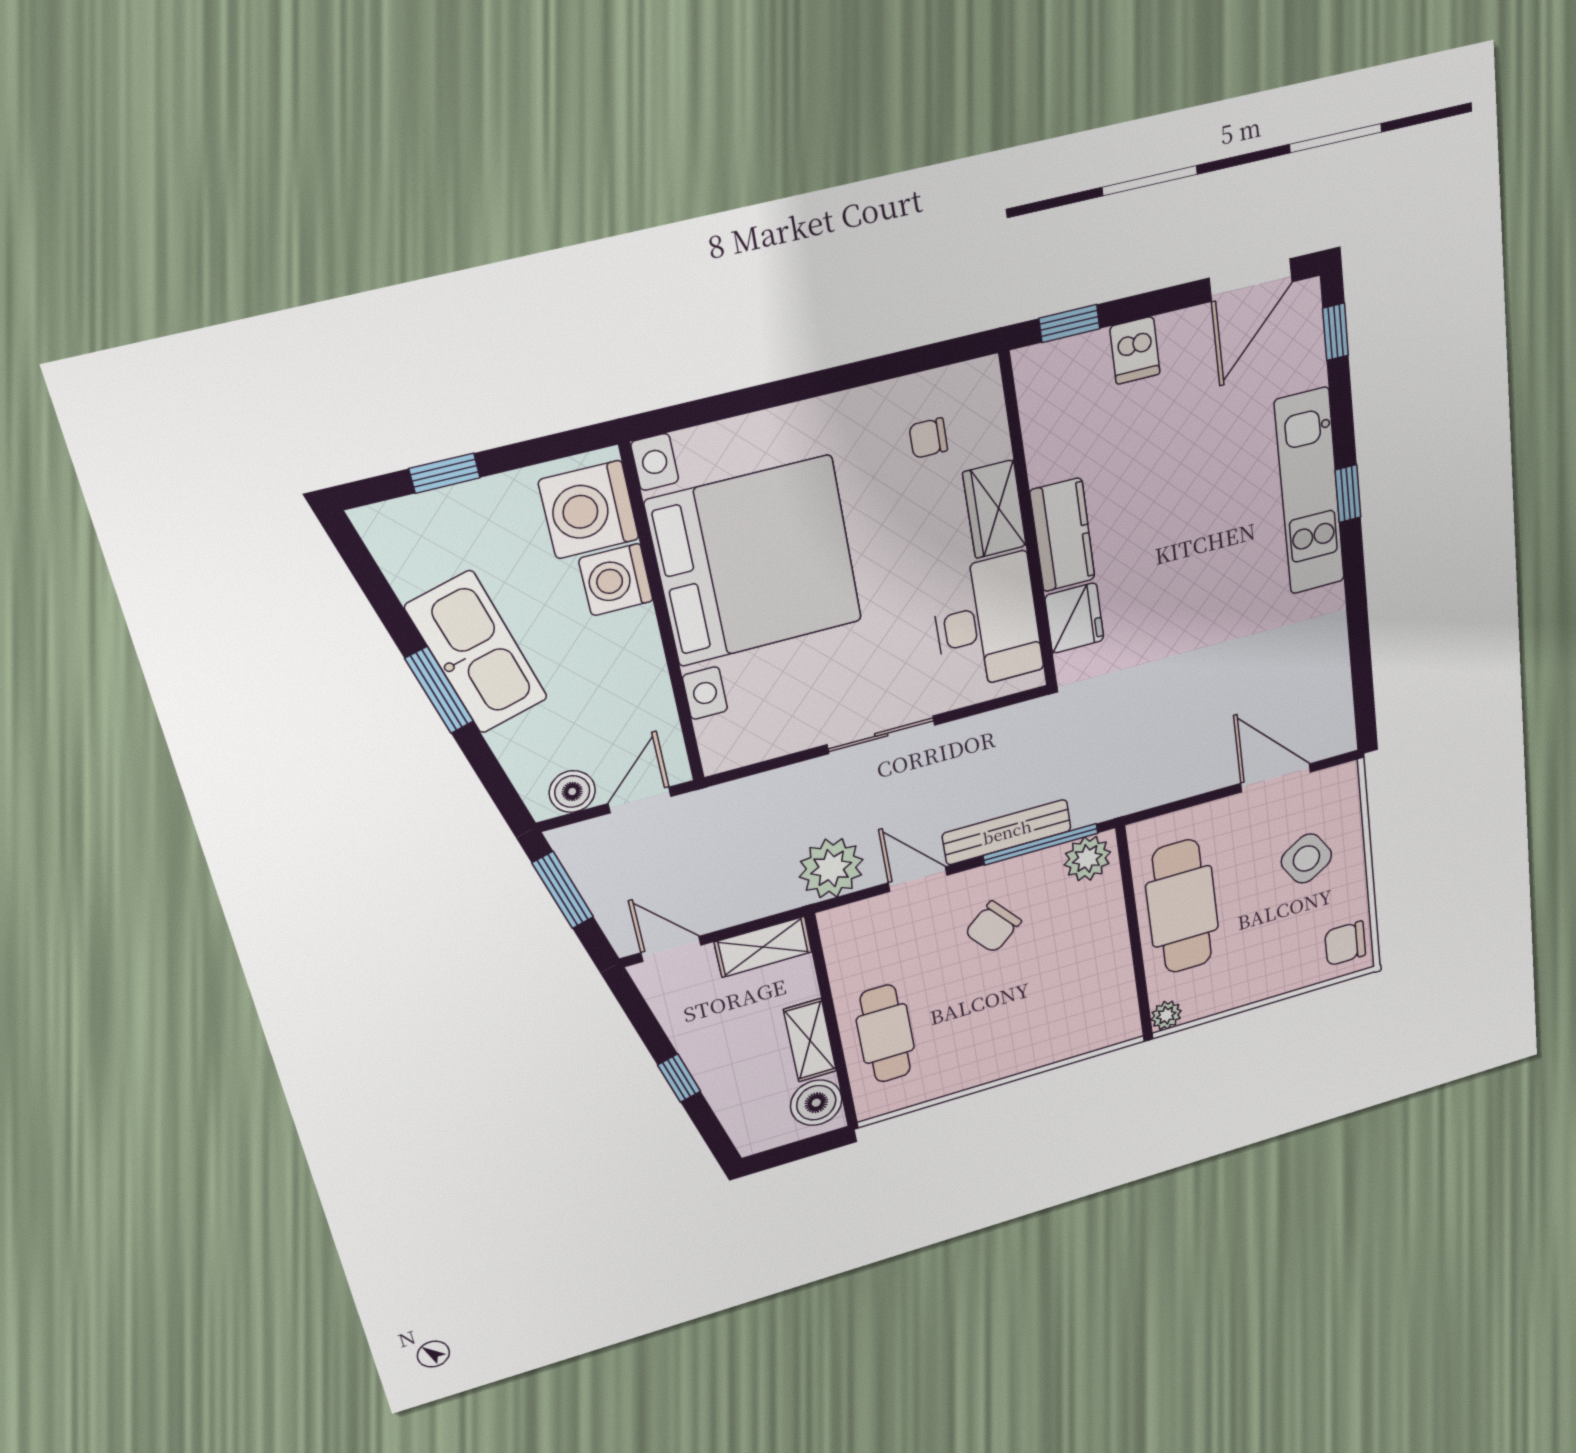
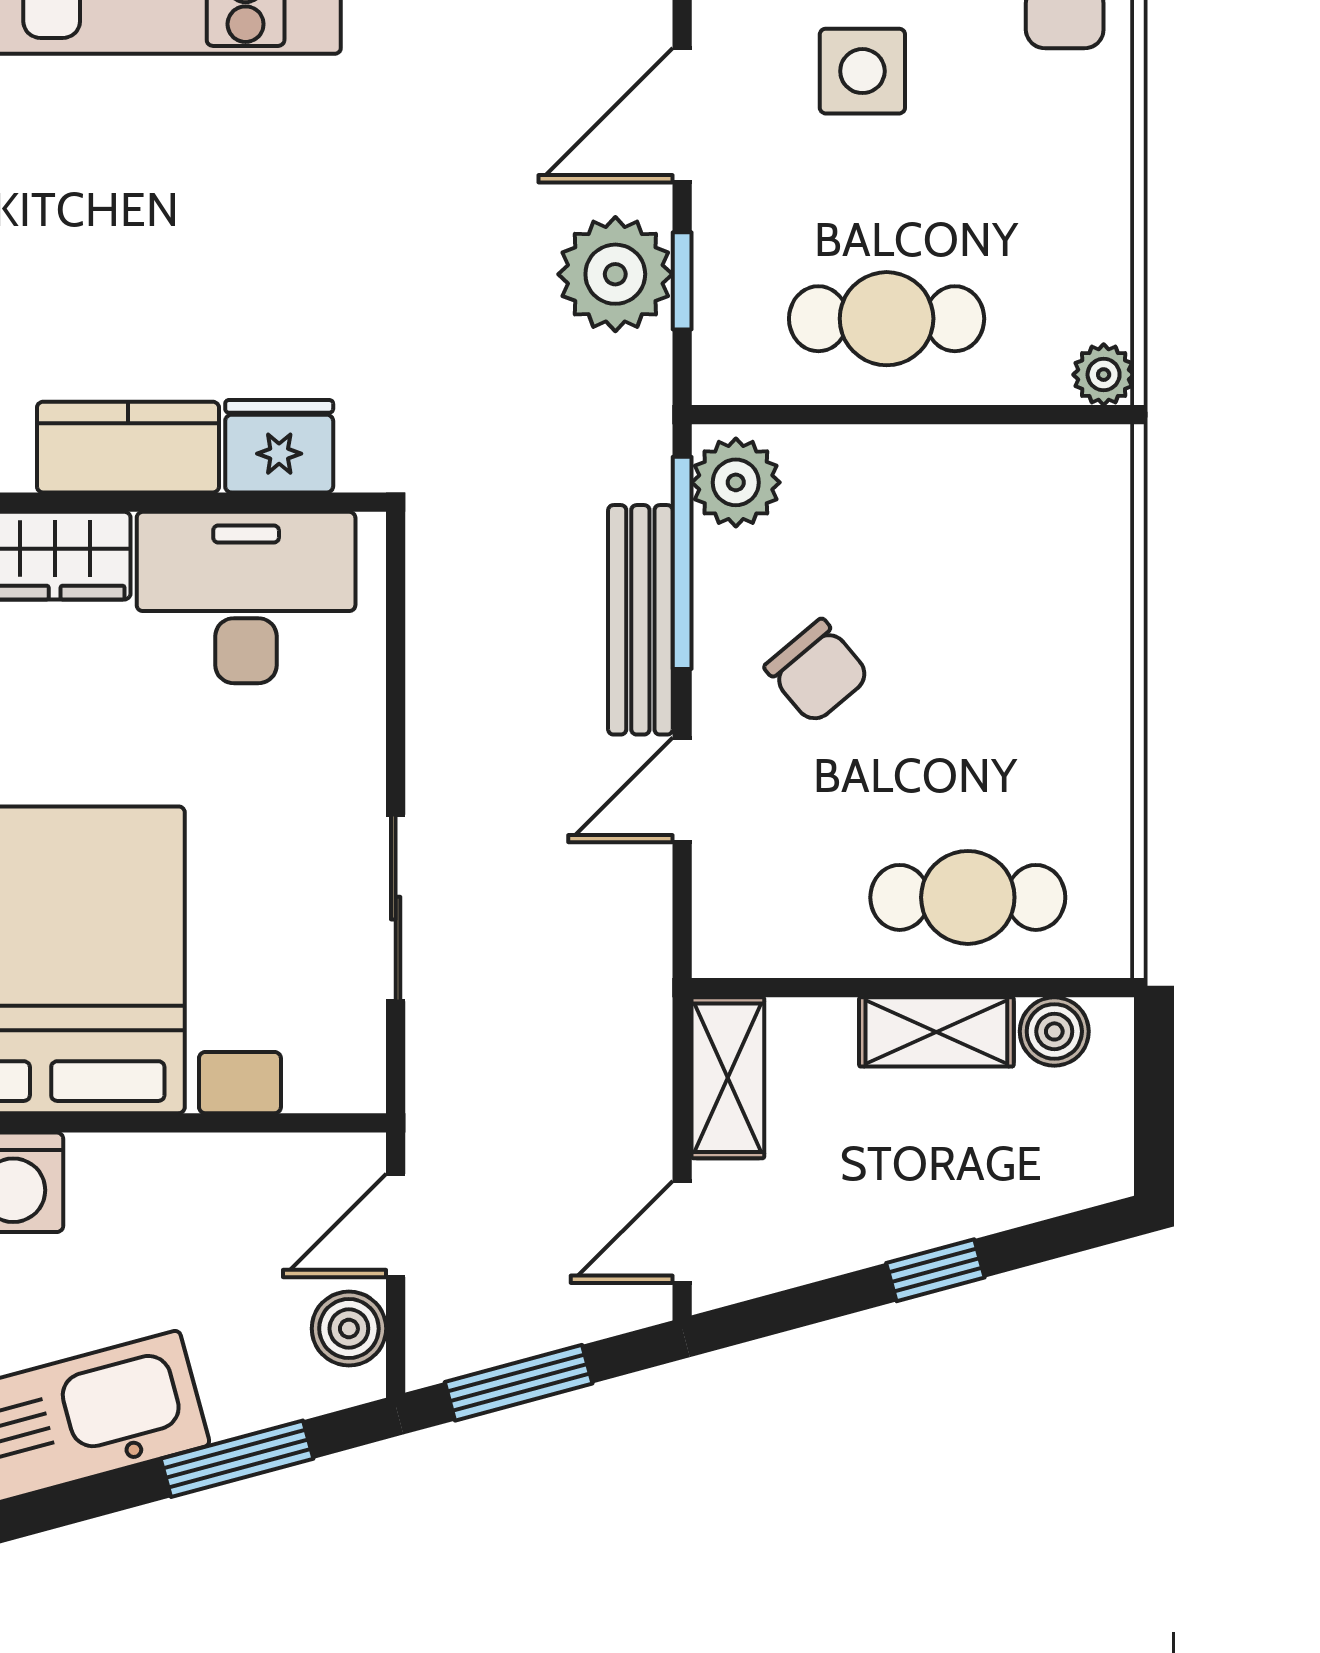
window: (439, 690) -> (237, 1459), moved
sliding door: (881, 735) -> (396, 908), moved
door: (640, 800) -> (396, 1225), hinge flipped
window: (1190, 802) -> (682, 281), added
side table: (1306, 858) -> (862, 71), turned 32
plant: (831, 868) -> (615, 274), moved
cafe table: (1182, 907) -> (887, 319), width x0.73, depth x0.74
boiler: (816, 1103) -> (1054, 1031), width x0.73, depth x0.73

